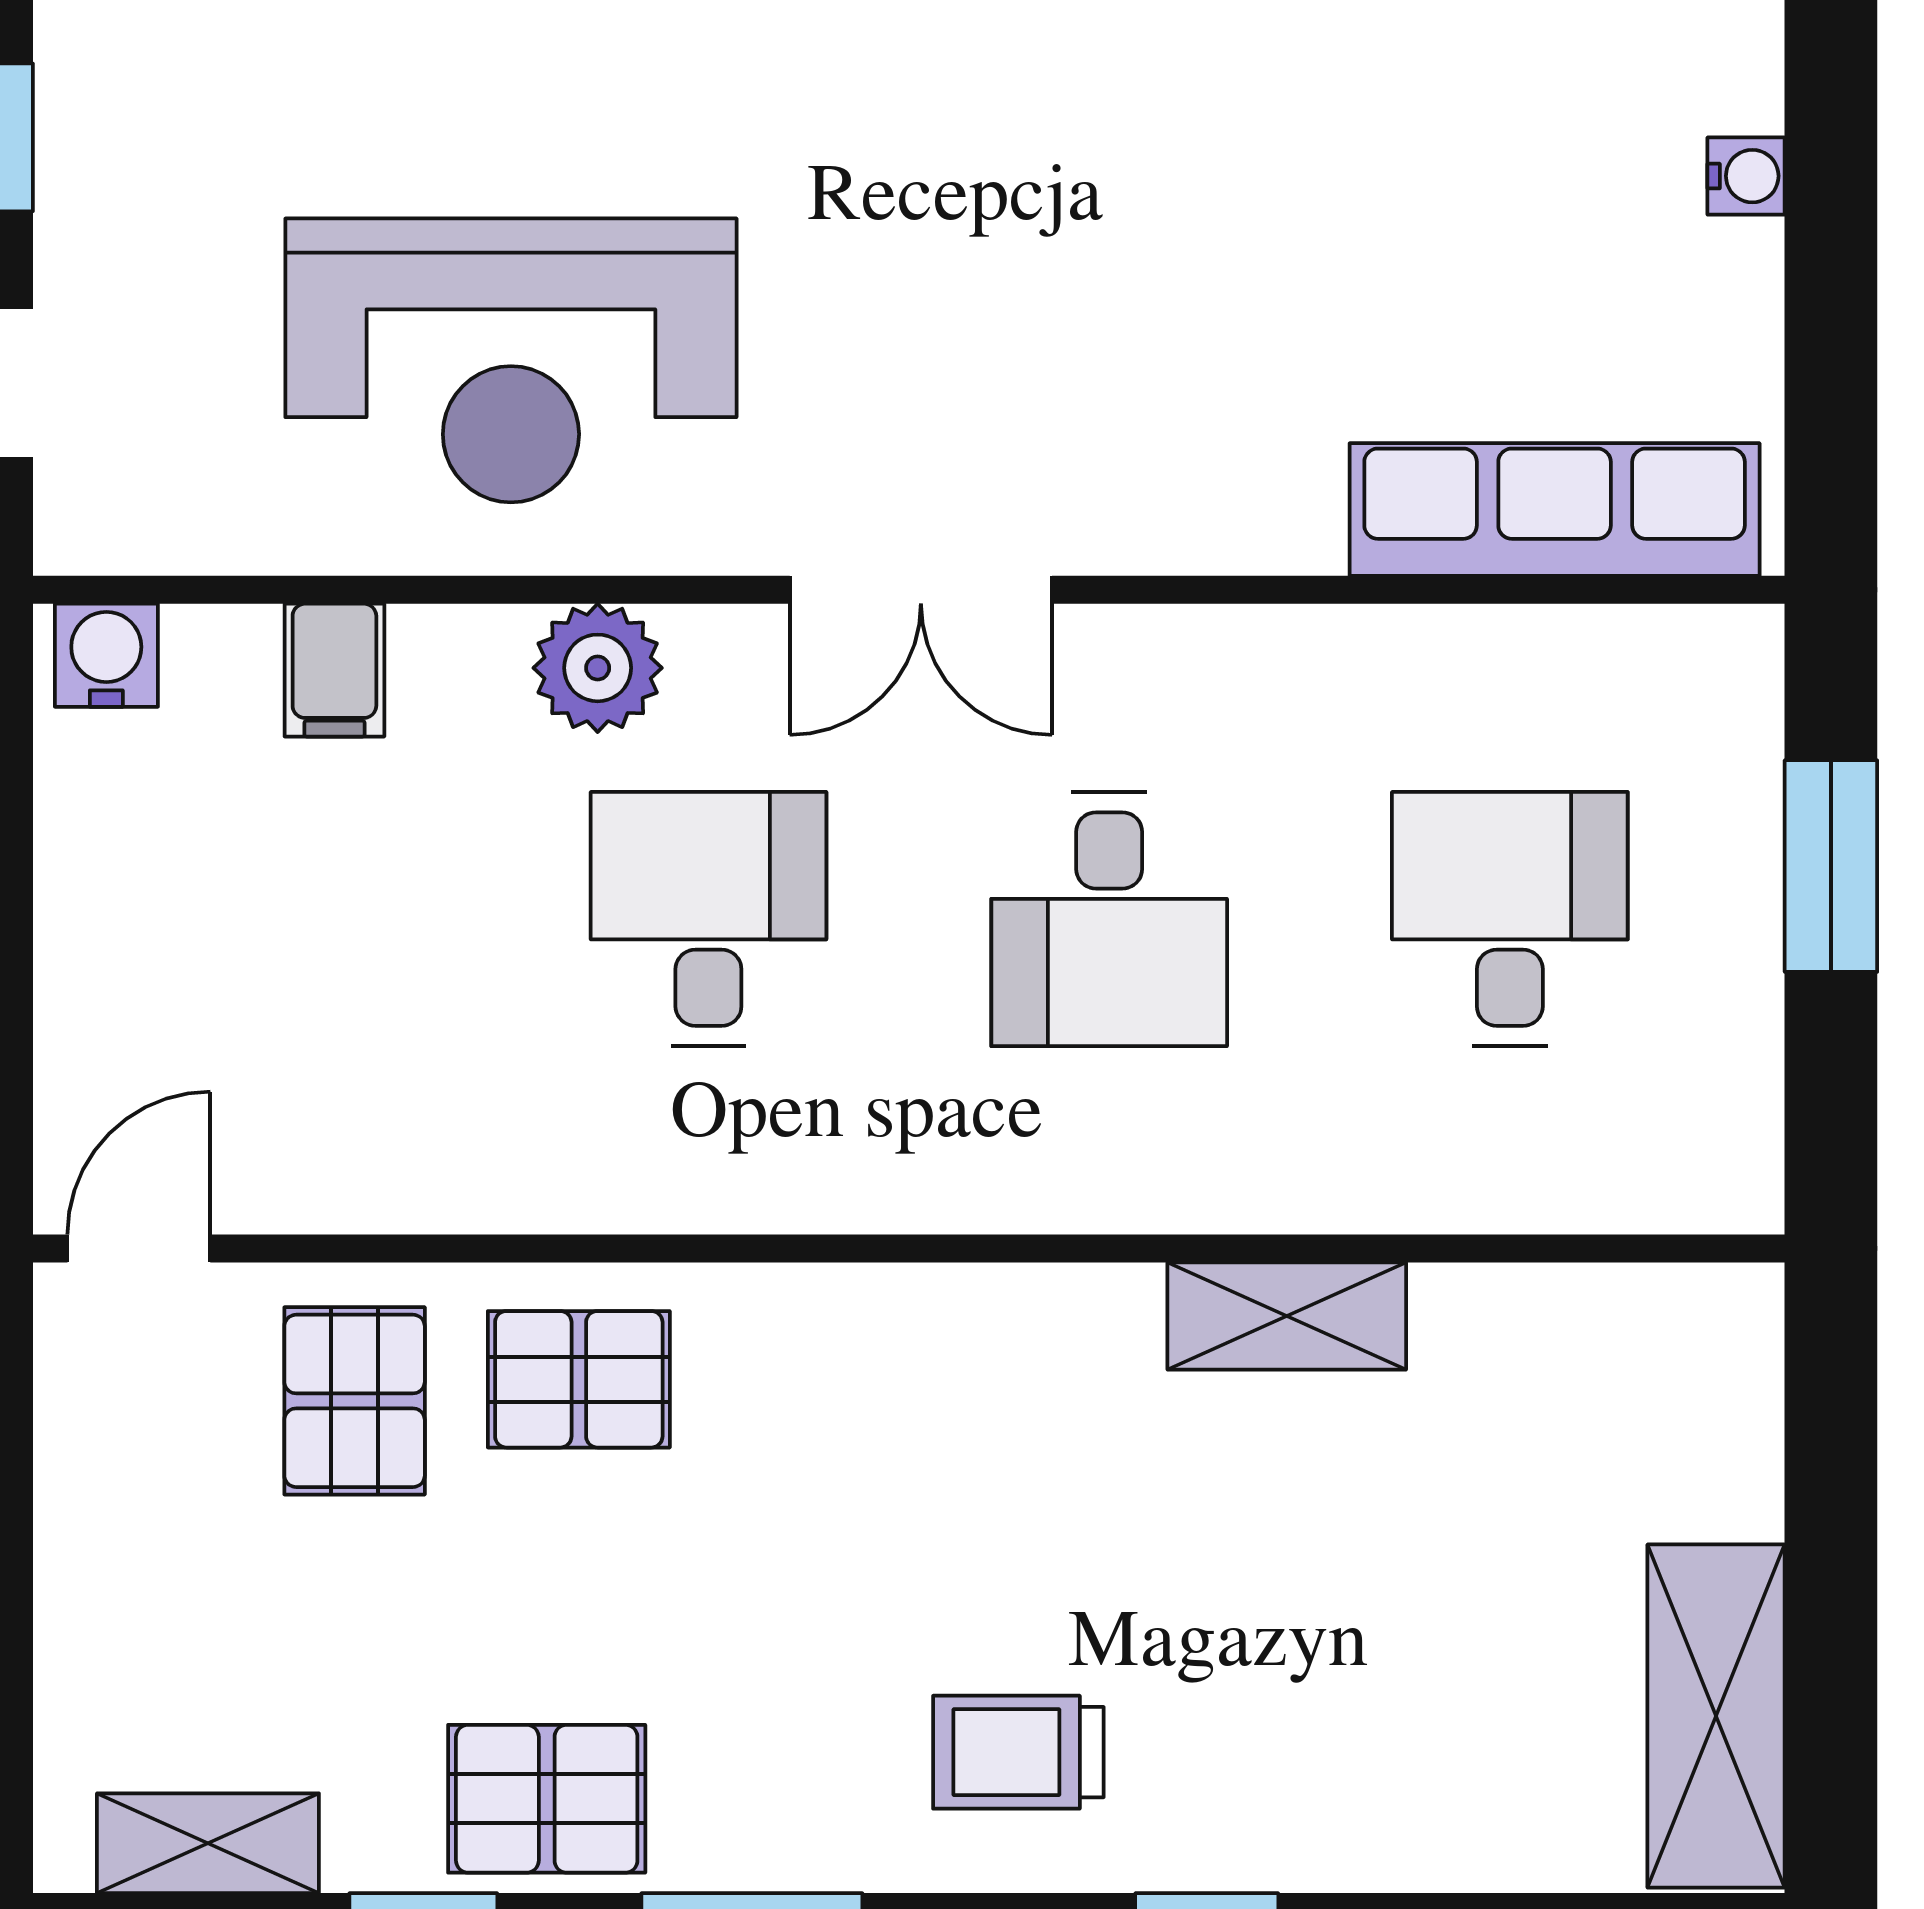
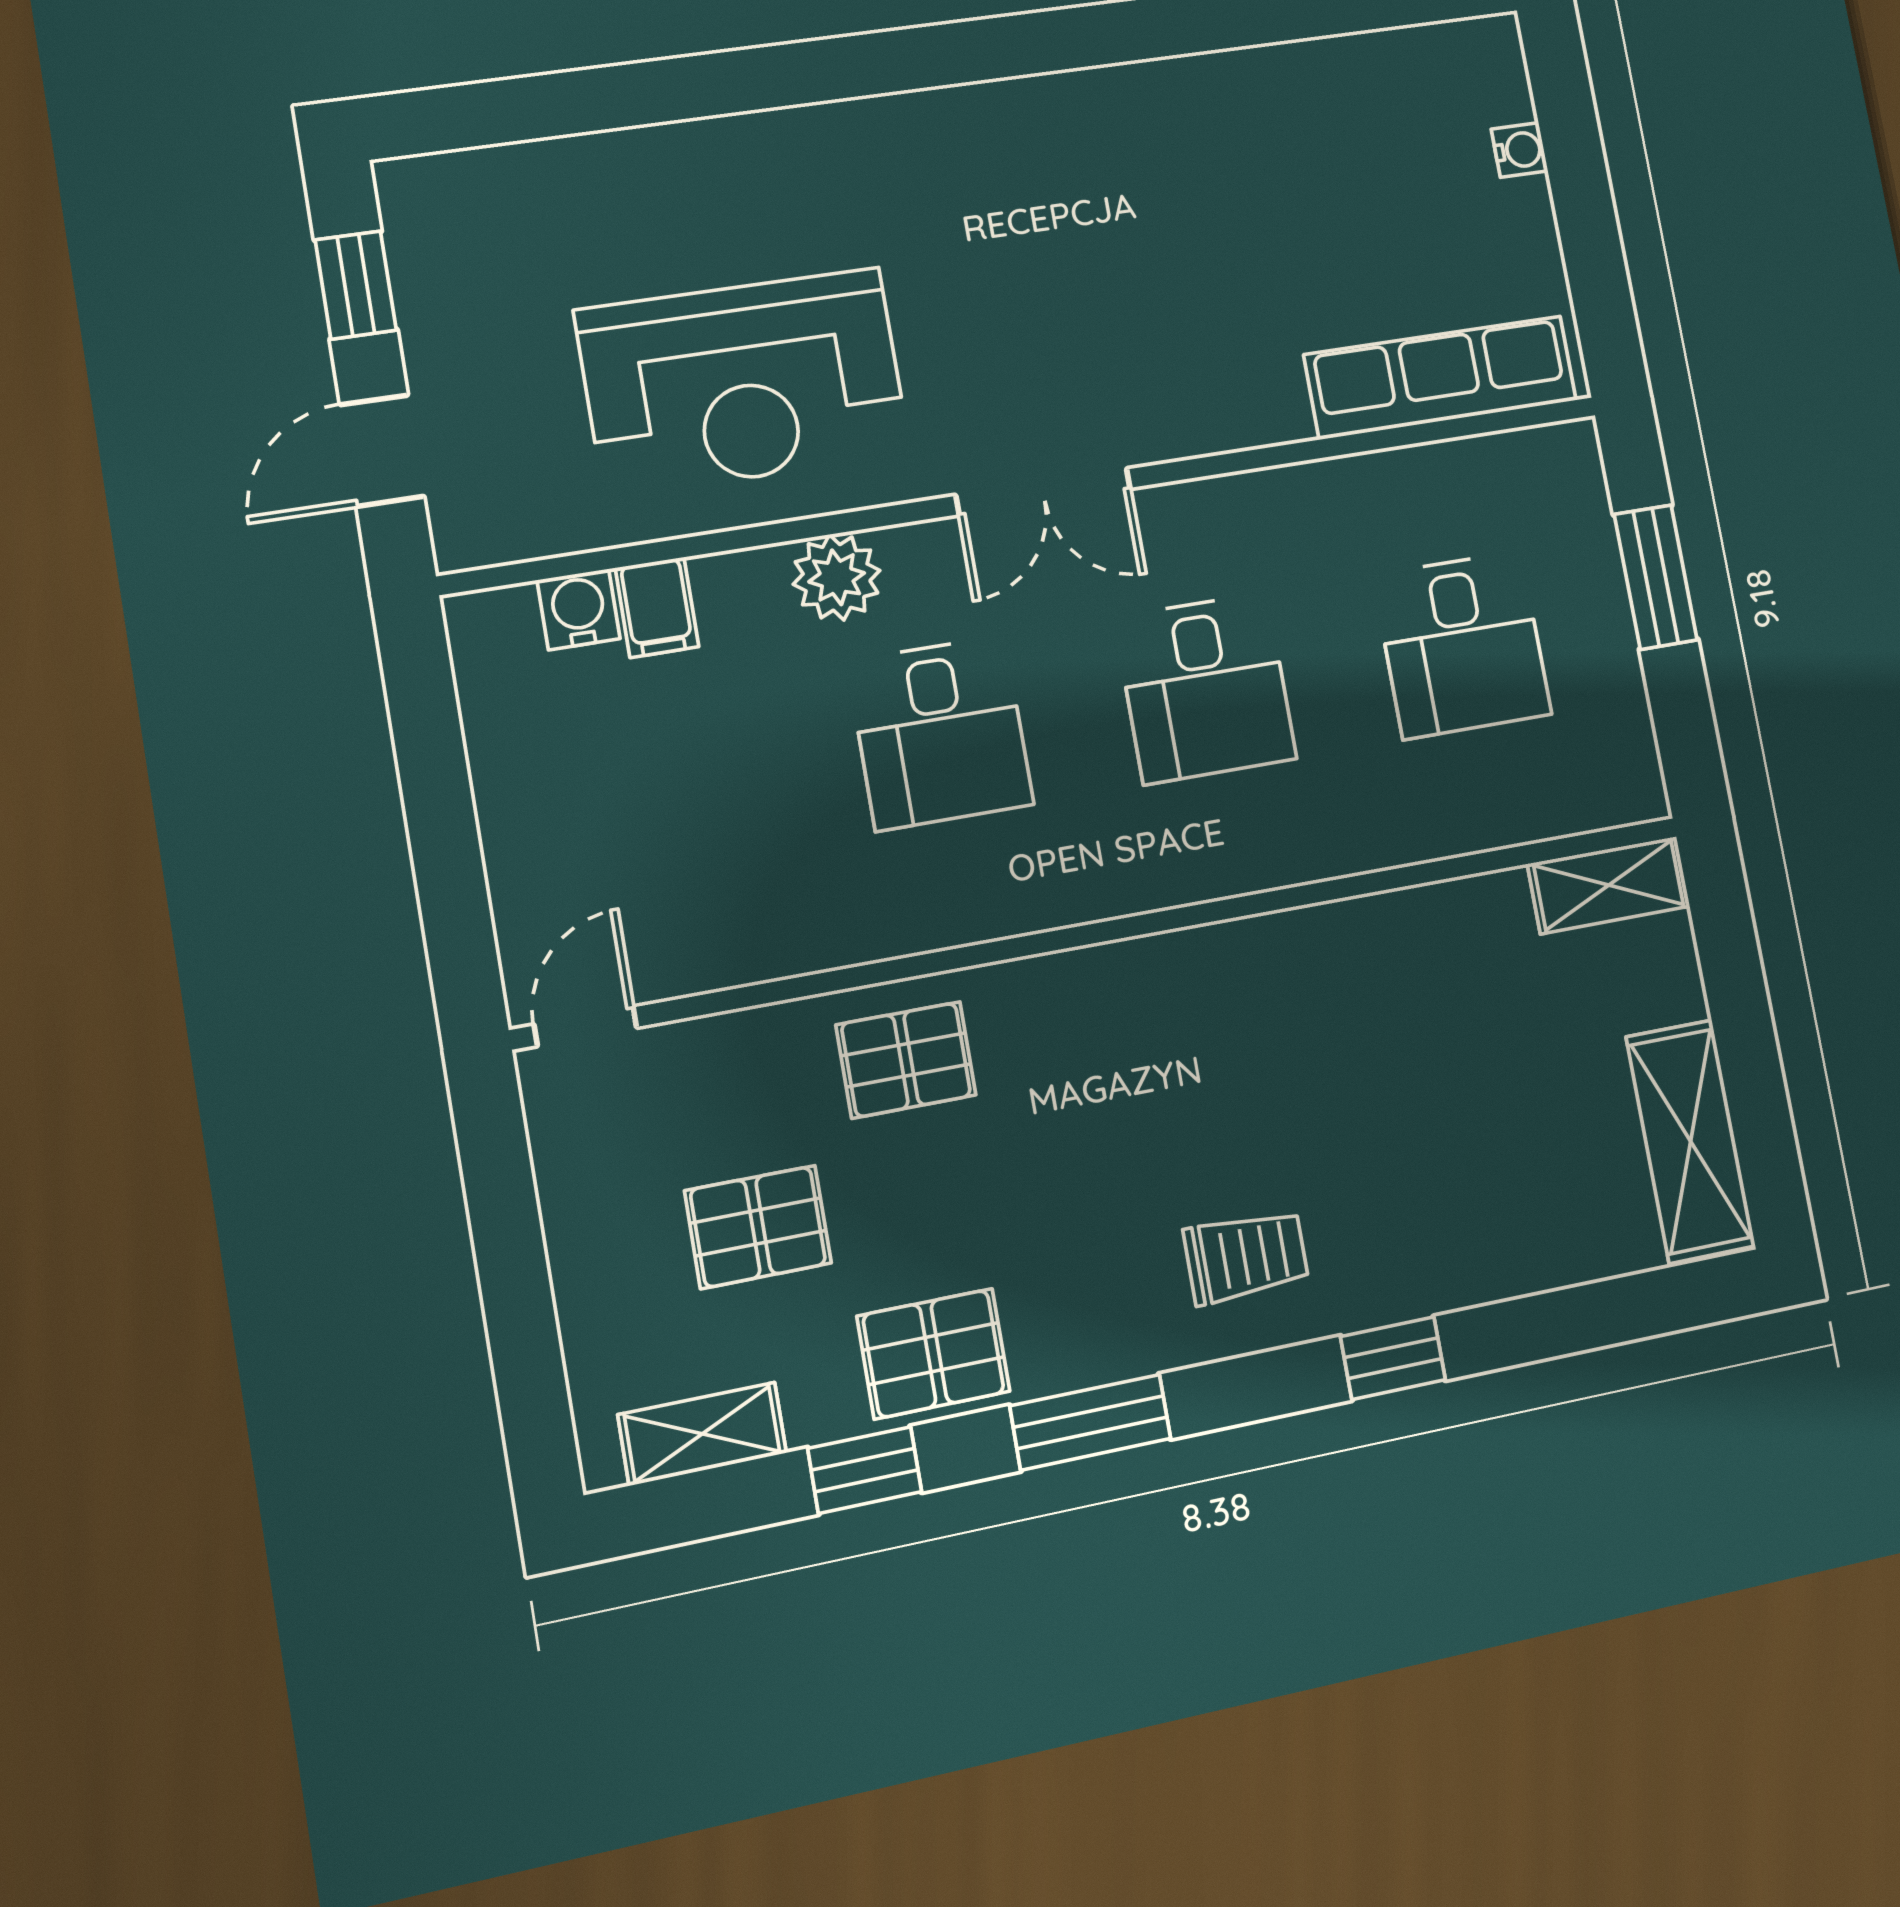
water cooler: (106, 655) -> (579, 609), moved
desk: (708, 919) -> (940, 733), turned 180
desk: (1510, 919) -> (1462, 645), turned 180
shelving: (1287, 1316) -> (1609, 885), moved
pallet: (355, 1401) -> (758, 1227), moved, turned 90
trolley: (1018, 1752) -> (1246, 1257), turned 180

